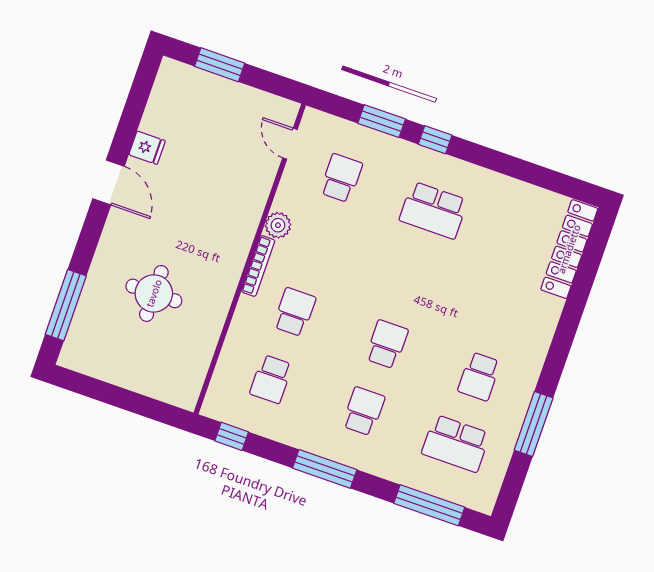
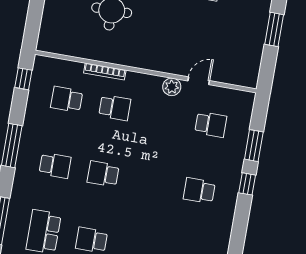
door: (290, 144) -> (199, 81), moved
school desk: (433, 210) -> (199, 191), width x0.54
bookcase: (258, 266) -> (105, 71), moved
school desk: (387, 344) -> (103, 174), turned 180

